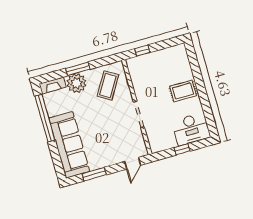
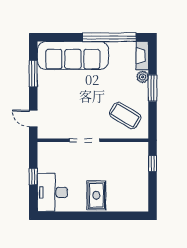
plant: (76, 83) -> (143, 77), width x0.53, depth x0.53

